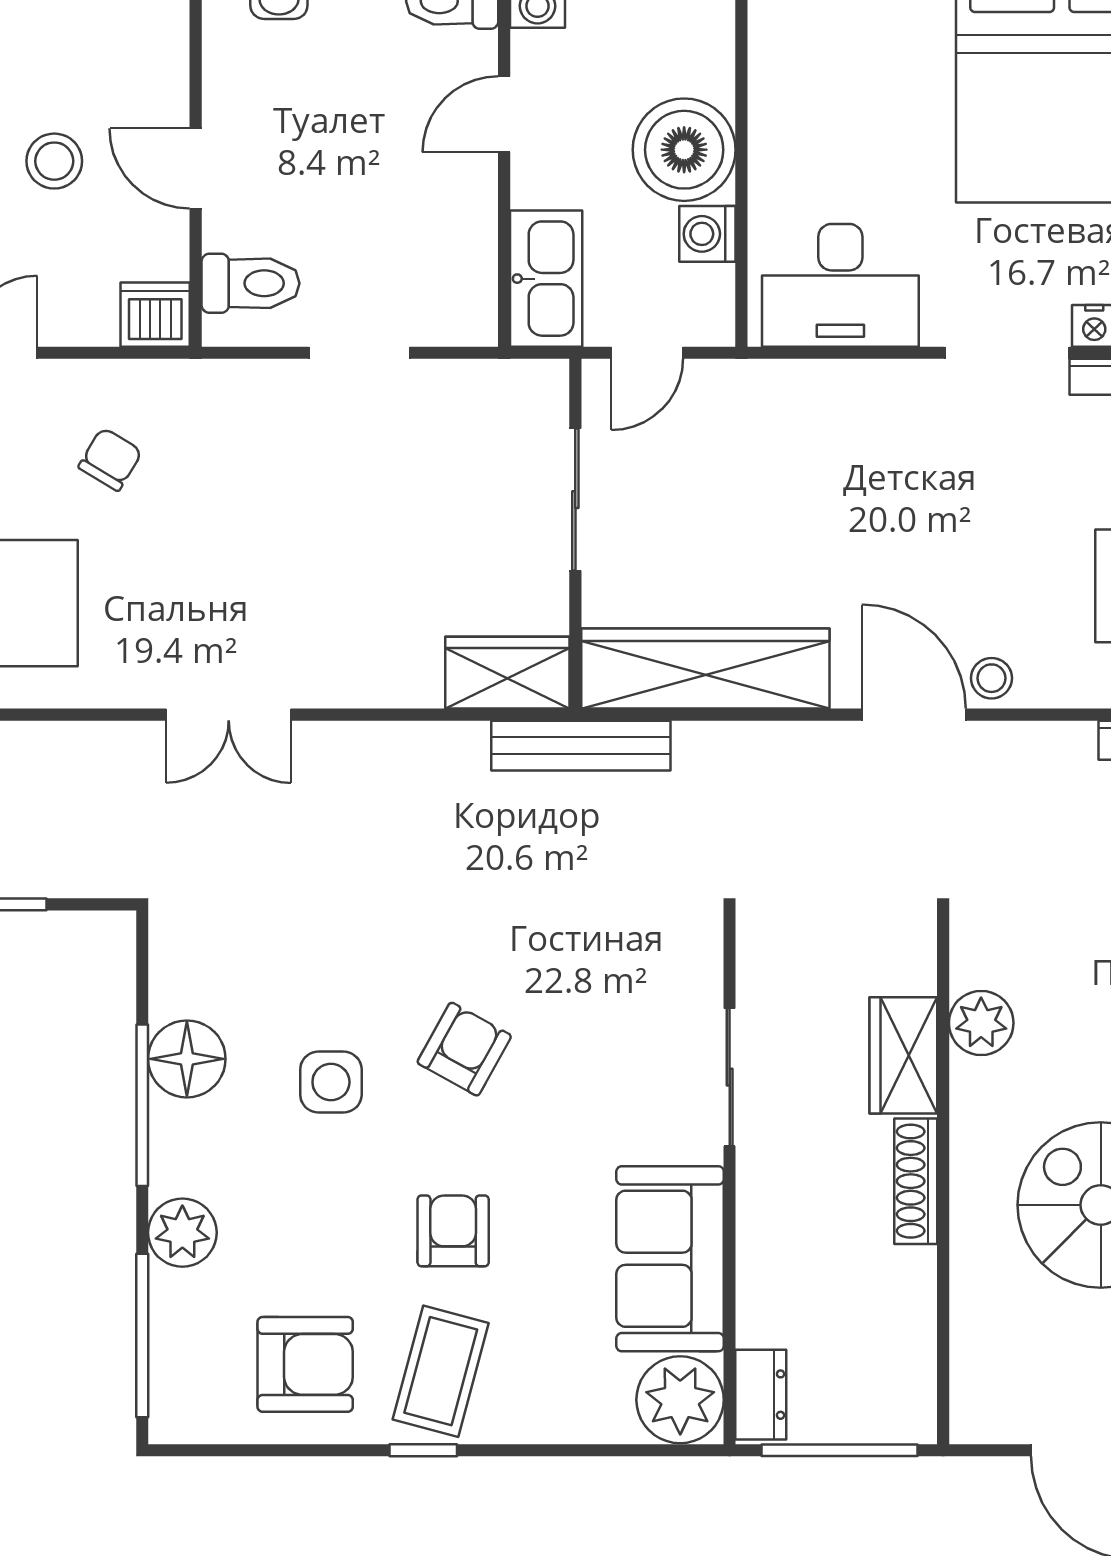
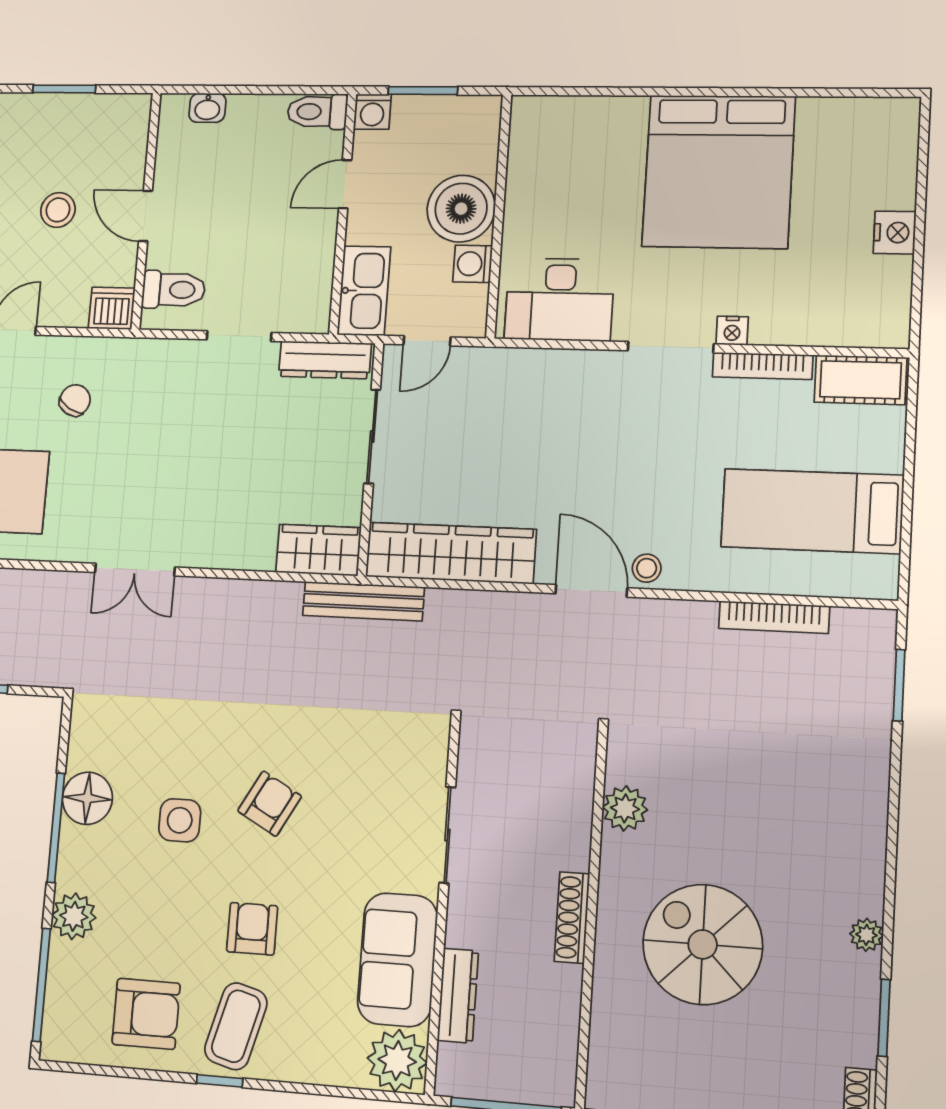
dresser: (495, 386) -> (325, 360), added
wardrobe: (903, 1055) -> (569, 828), removed
dresser: (761, 1395) -> (458, 996), moved, width x1.44

